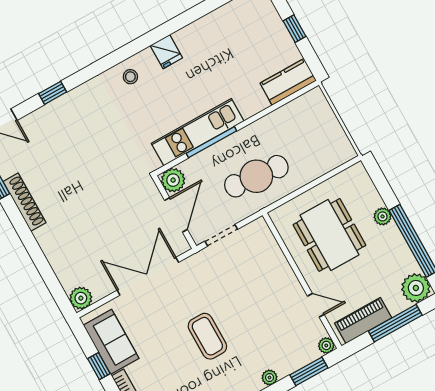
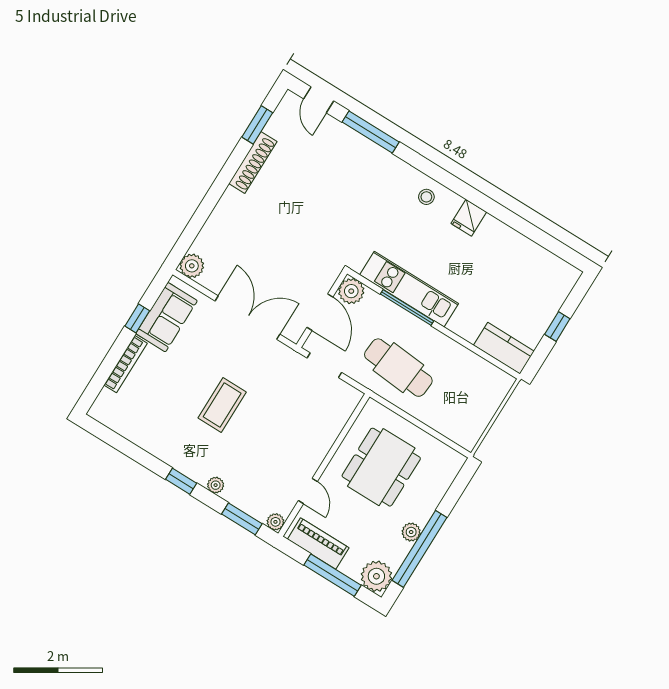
window: (53, 93) -> (371, 132), width x2.17
door: (176, 215) -> (320, 312), hinge flipped
plant: (383, 216) -> (411, 532), moved

